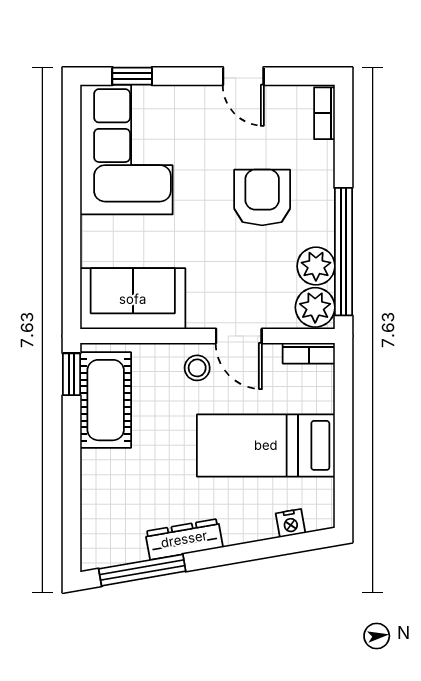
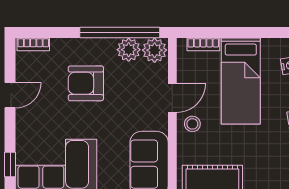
bookcase: (309, 353) -> (203, 44), moved, turned 90

